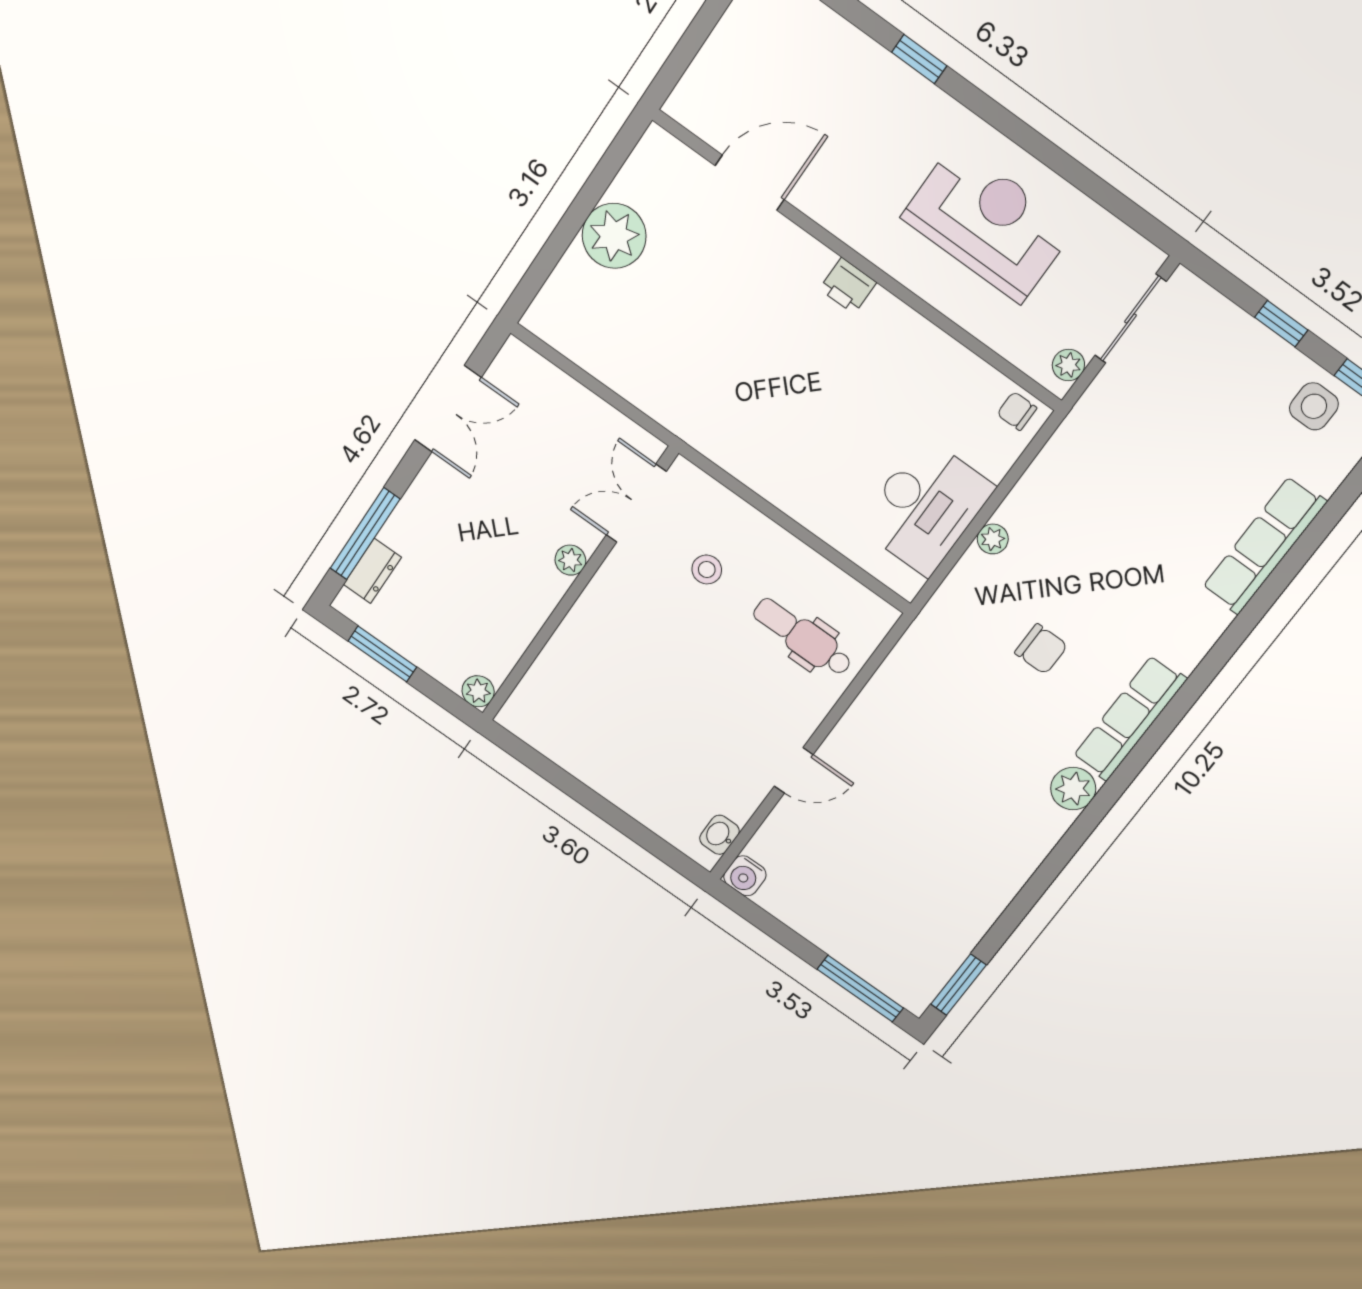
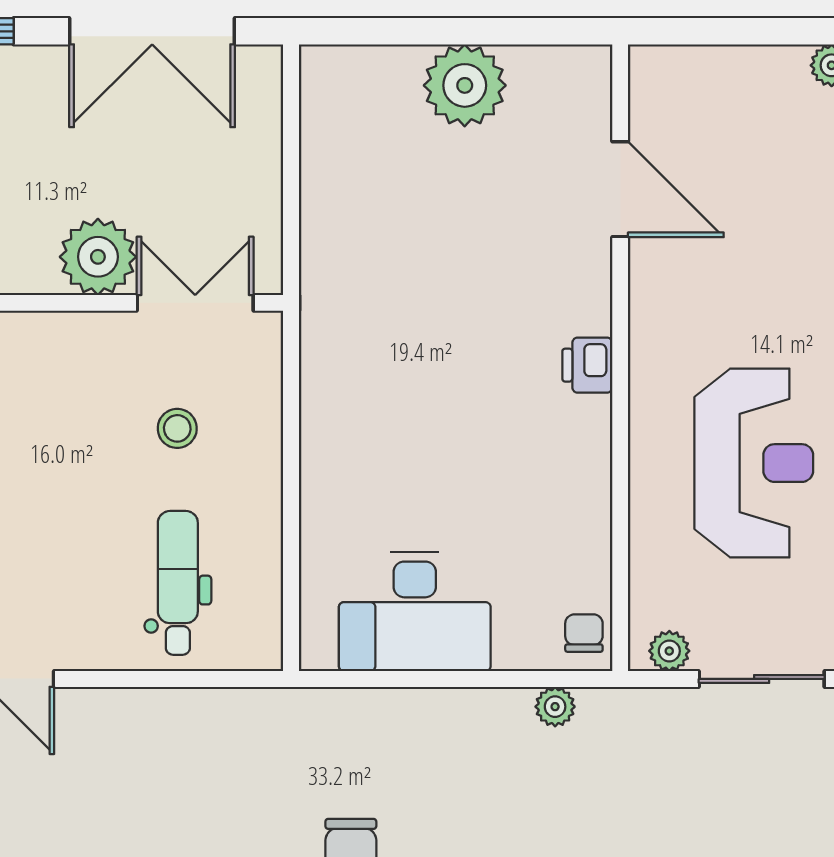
double door: (448, 409) -> (152, 31), width x1.37
plant: (993, 539) -> (555, 707), moved
plant: (570, 560) -> (98, 257), width x1.87, depth x1.87

